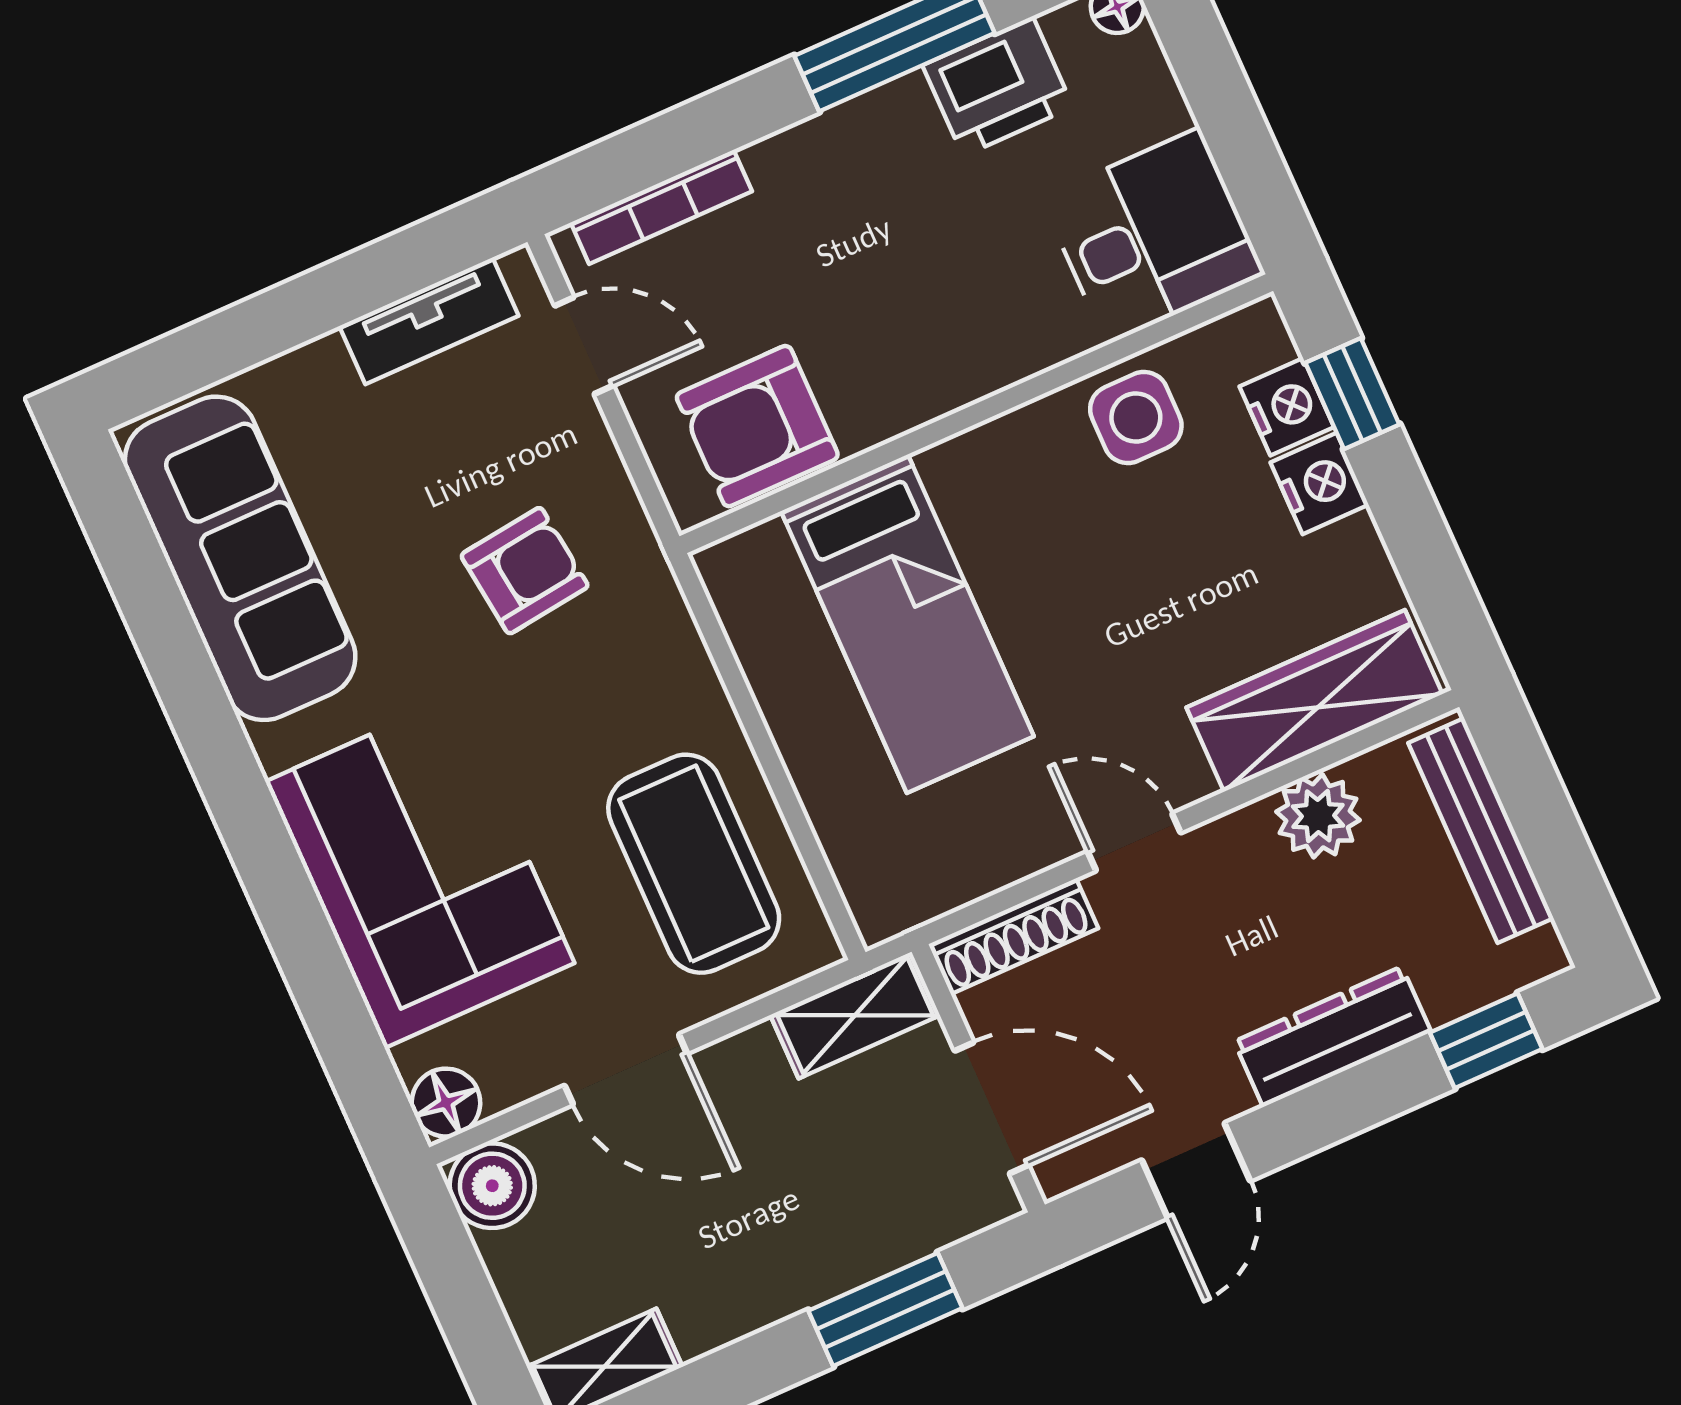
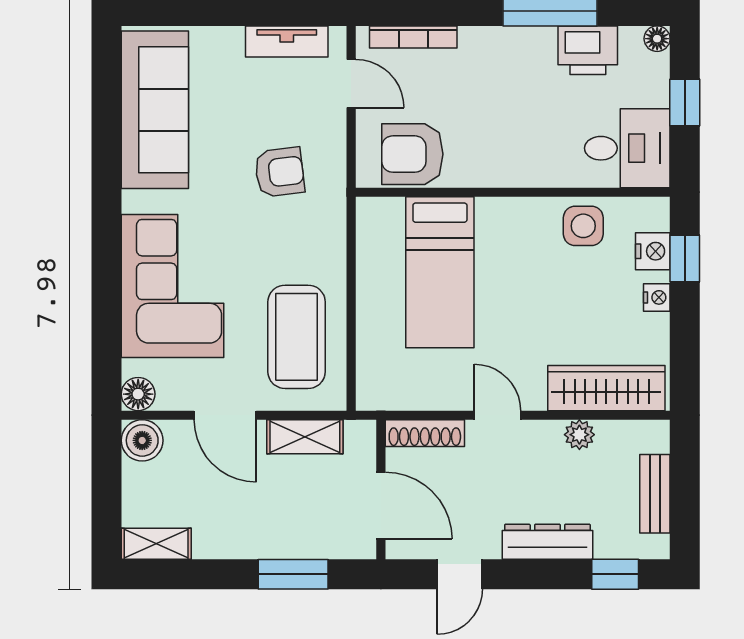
window: (1222, 103) -> (685, 103), added
nightstand: (1320, 483) -> (657, 297), width x0.72, depth x0.74
plant: (1318, 816) -> (579, 435), width x0.73, depth x0.73
bench: (1481, 831) -> (655, 494), width x0.73
shelving: (855, 1015) -> (305, 437), moved

